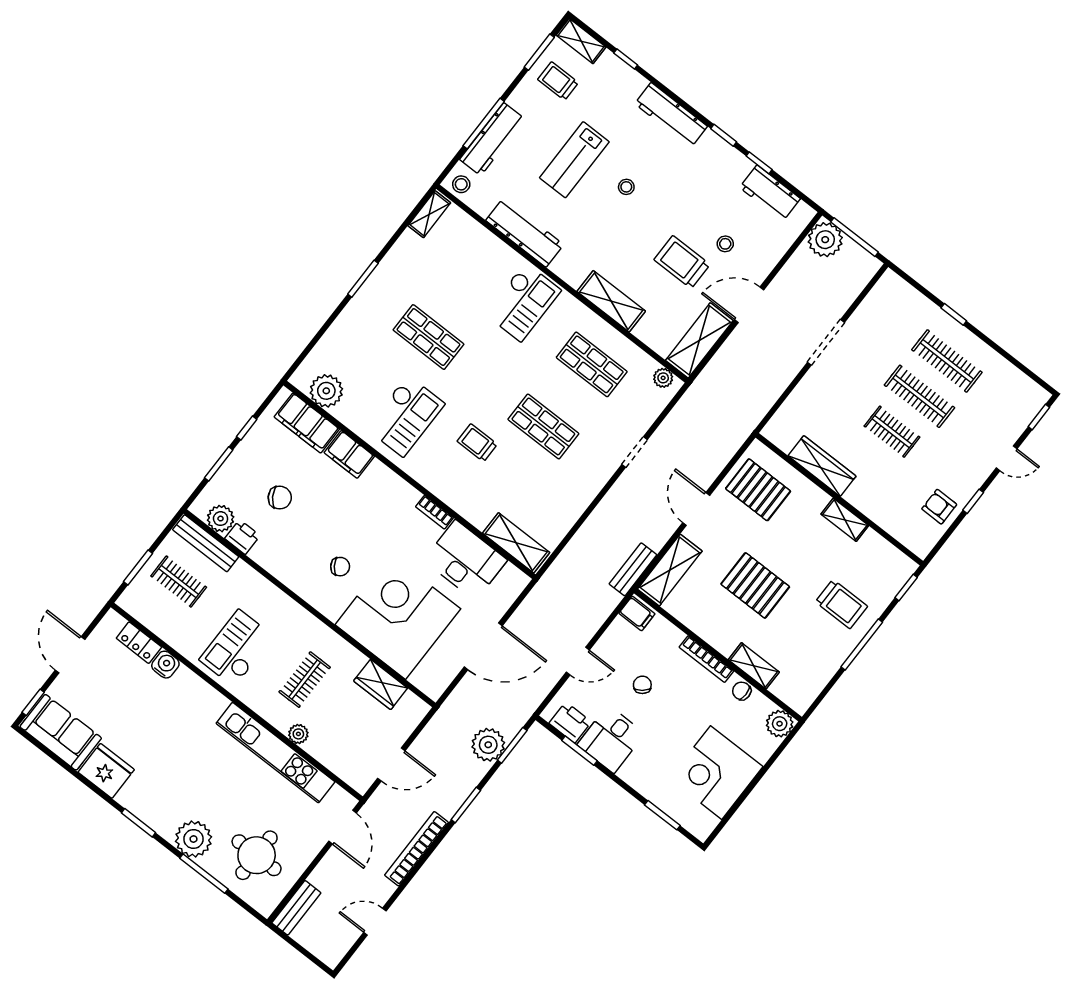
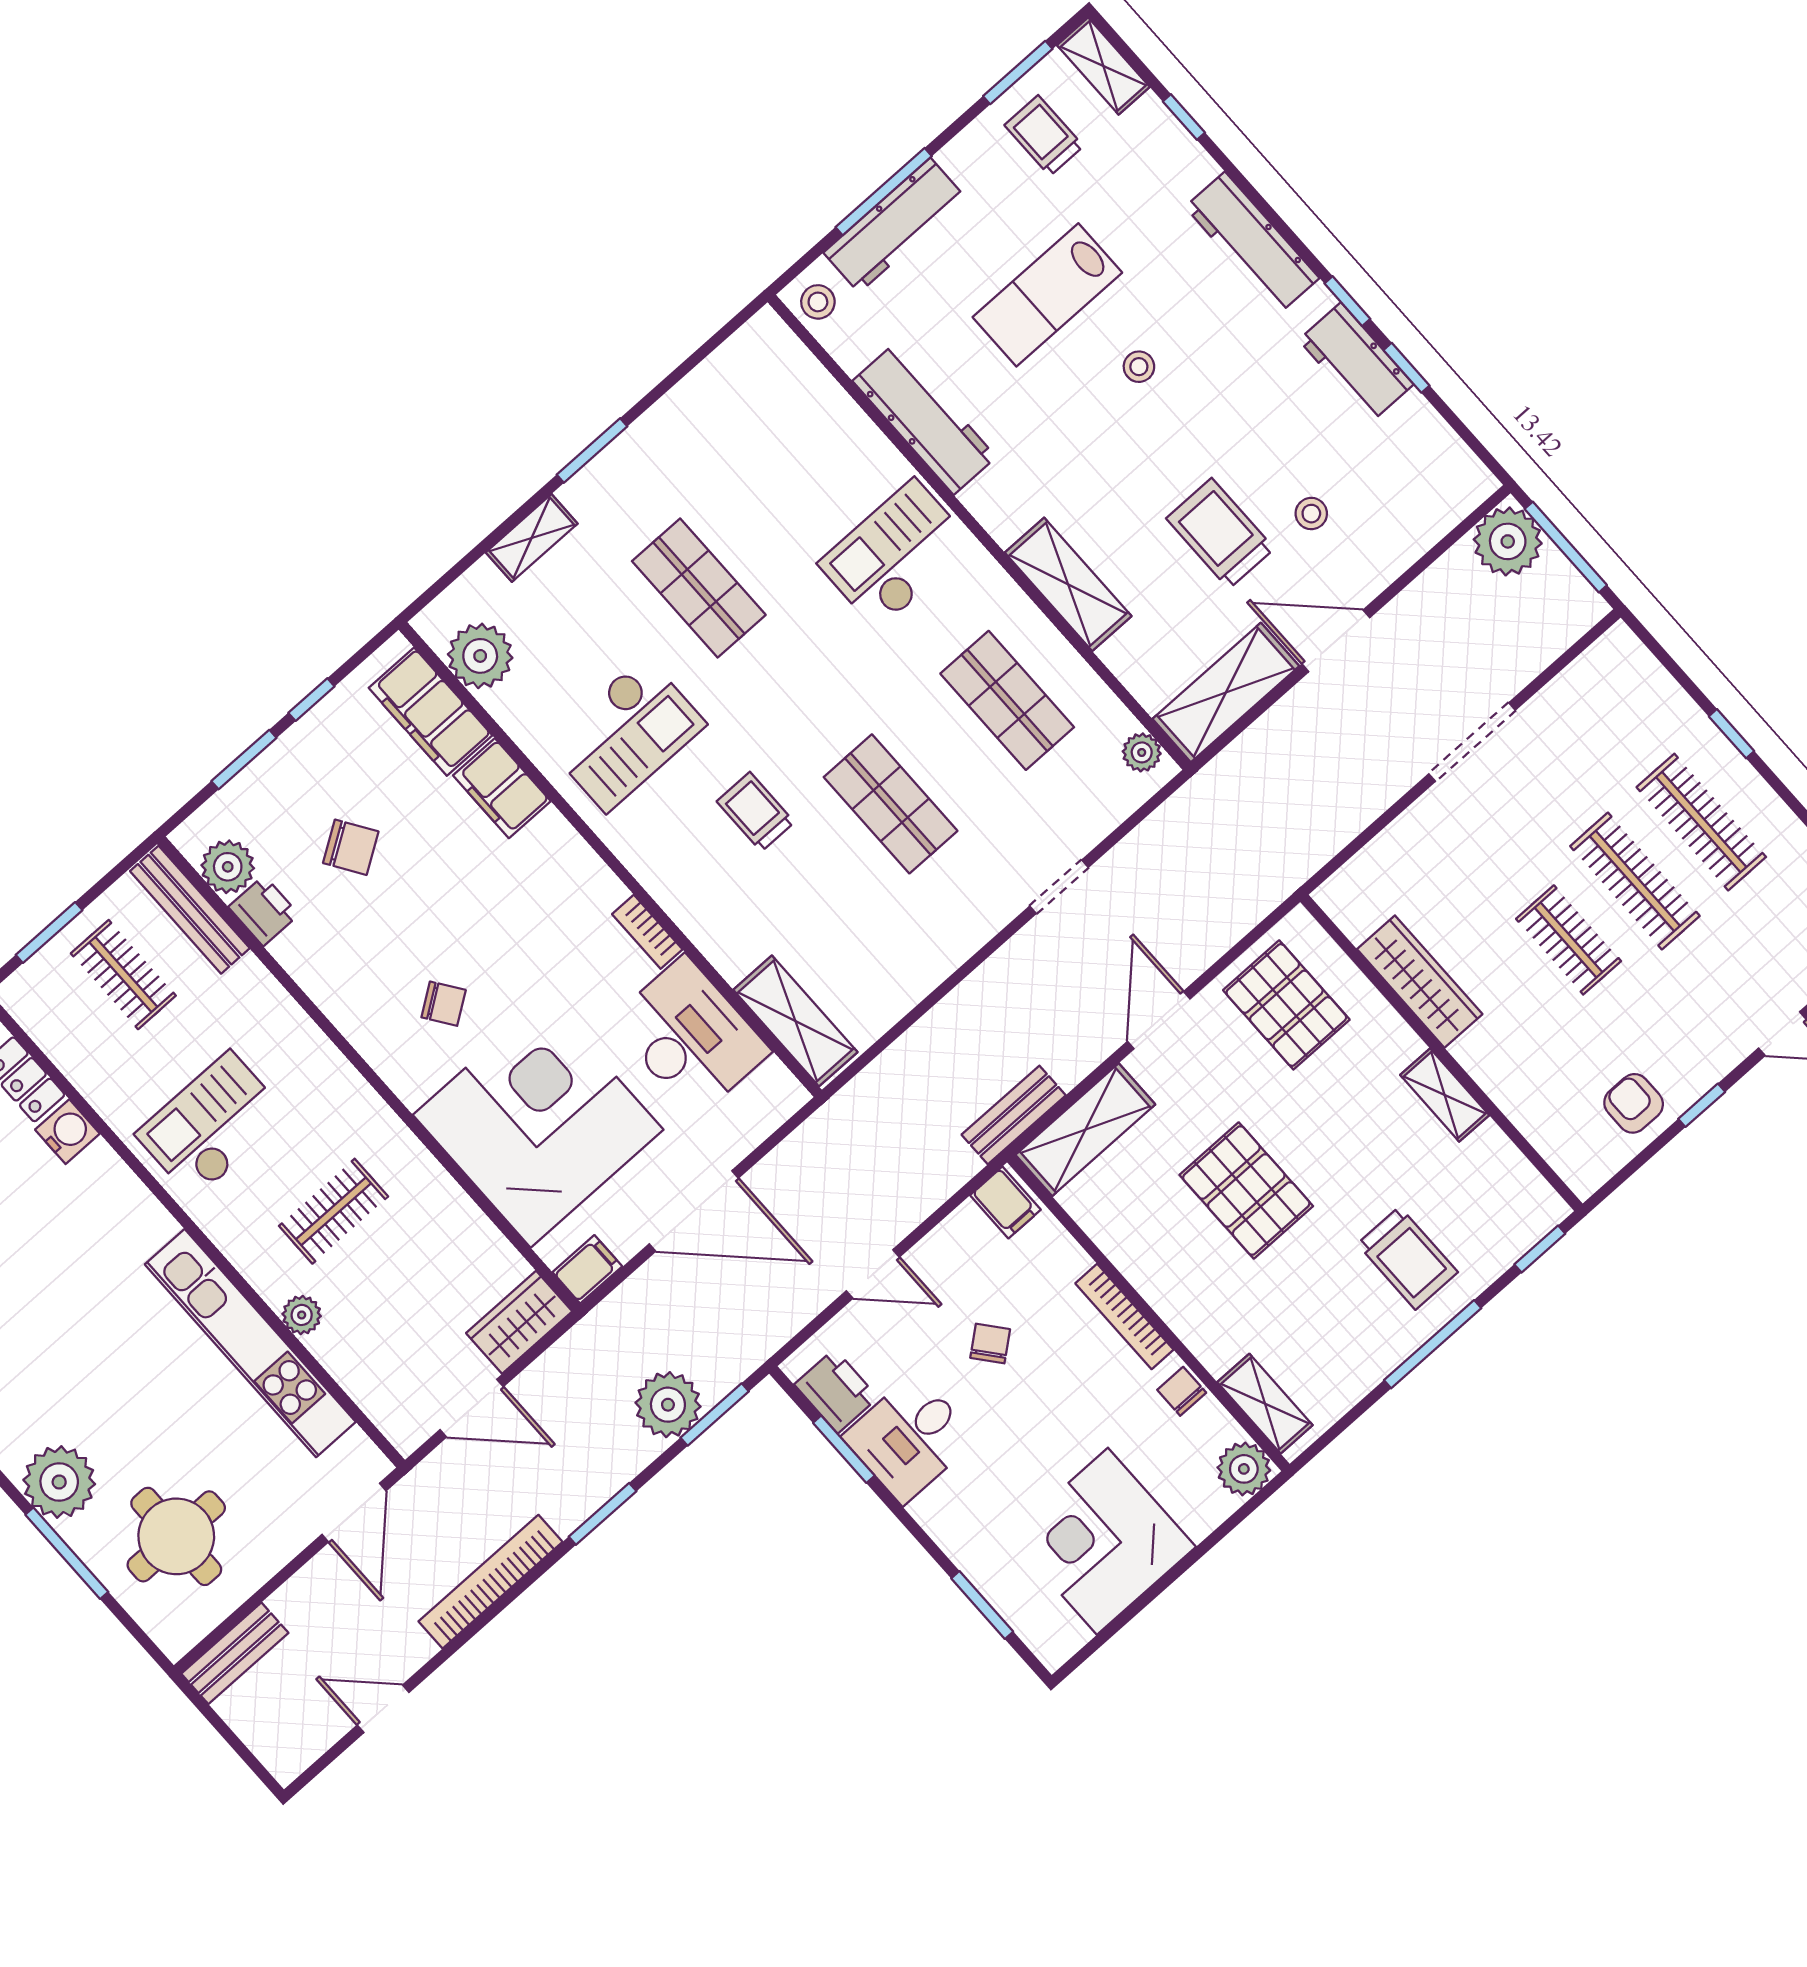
workbench: (770, 193) -> (1356, 362), moved
shelving: (429, 214) -> (532, 538), moved
checkout: (523, 302) -> (896, 554), turned 180
shelving: (754, 666) -> (1265, 1404), moved
wardrobe: (381, 685) -> (519, 1322), moved, turned 90
filing cabinet: (436, 685) -> (587, 1269), added

